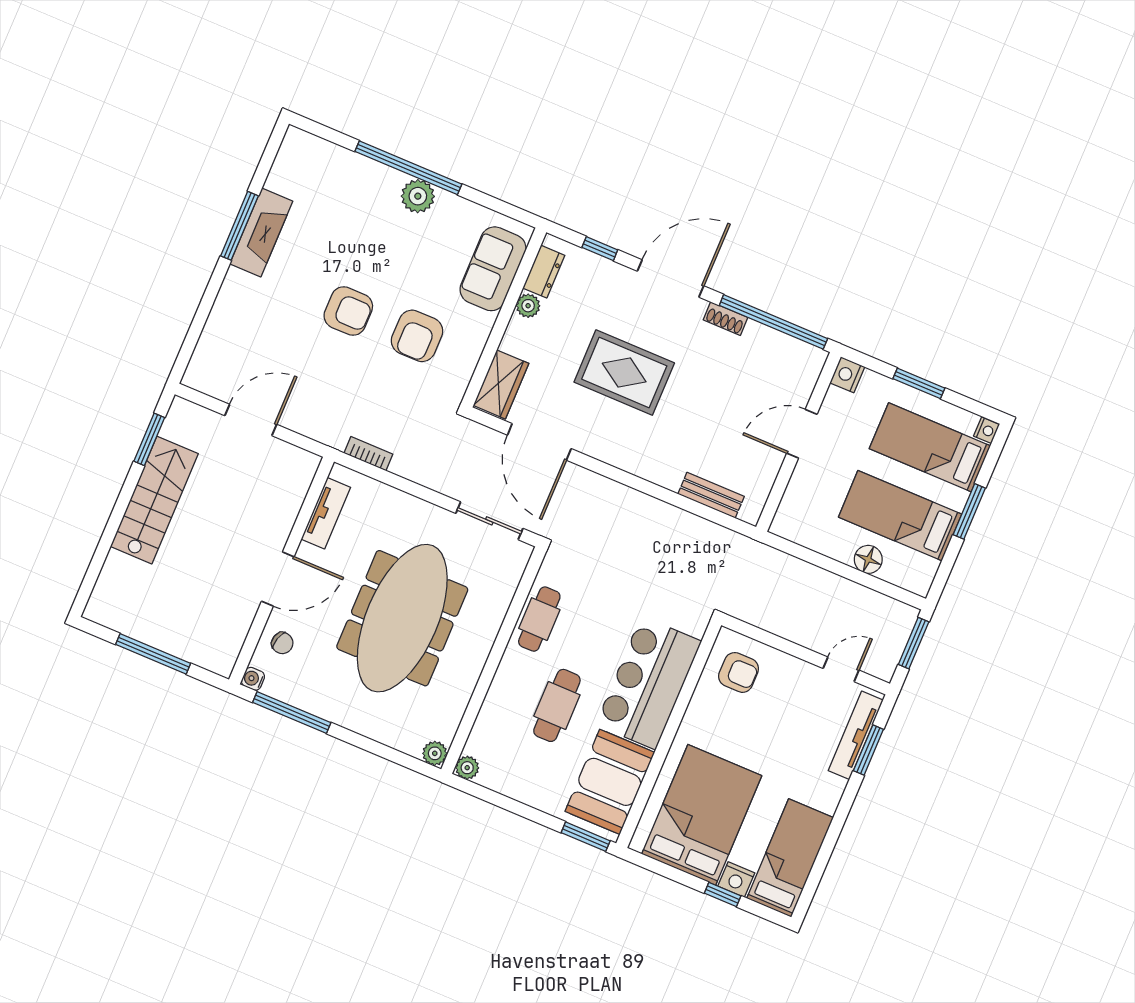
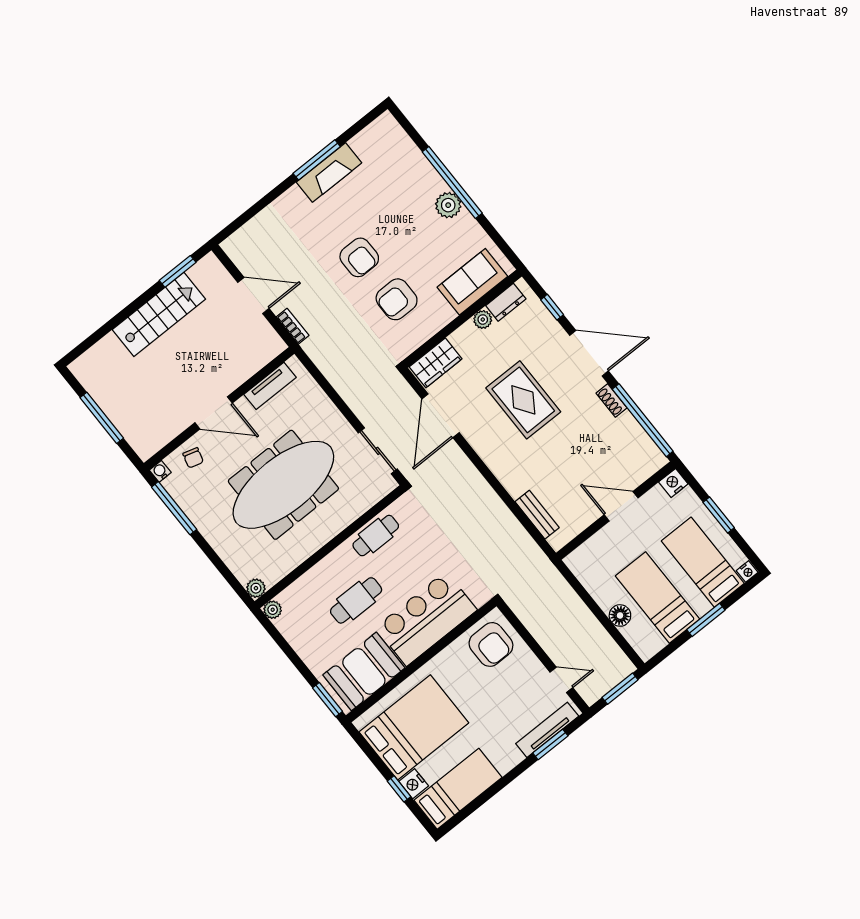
bookcase: (368, 454) -> (293, 326), moved
armchair: (739, 672) -> (491, 644), width x1.38, depth x1.38

